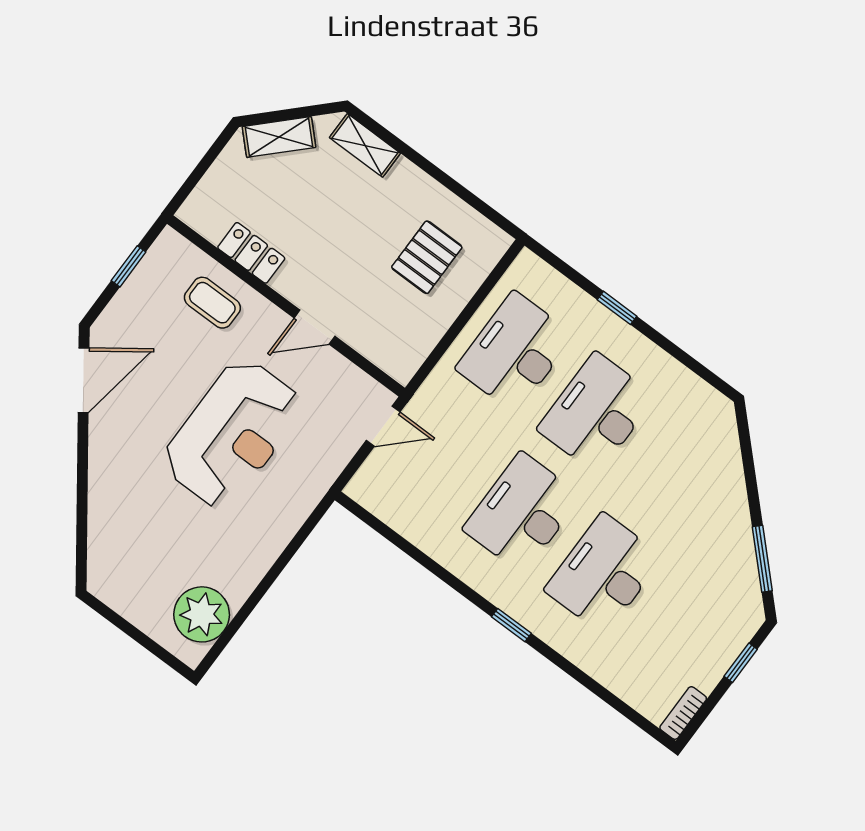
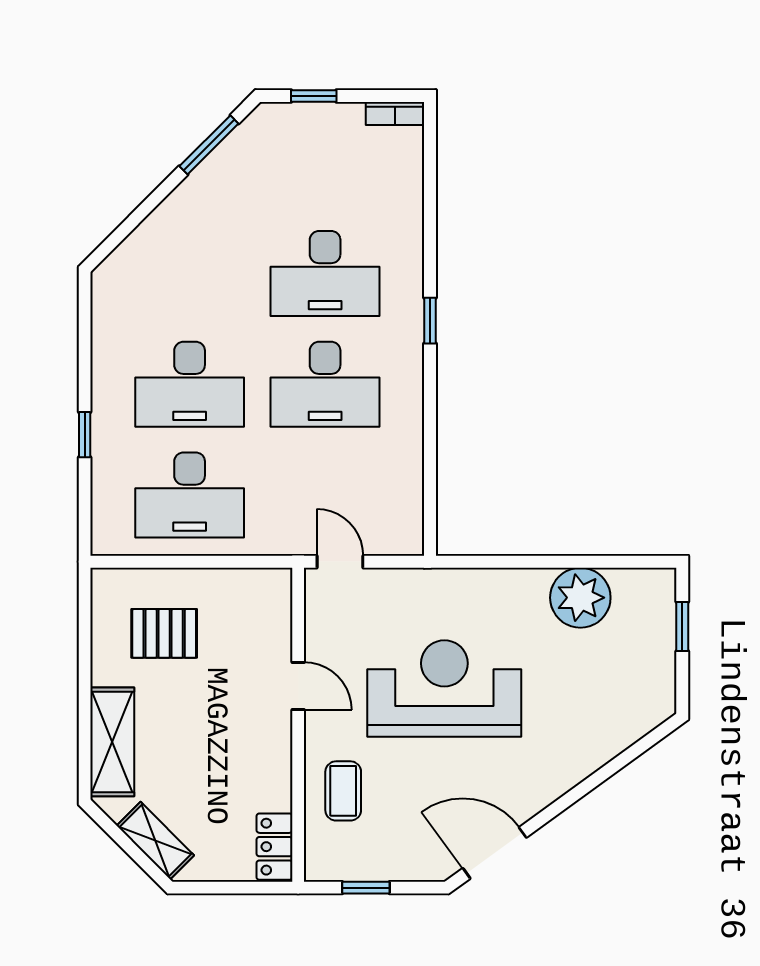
shelving: (365, 145) -> (112, 742), width x1.50, depth x1.33
locker: (251, 253) -> (274, 847), moved
plant: (202, 614) -> (580, 598), moved
window: (147, 643) -> (682, 627), added

